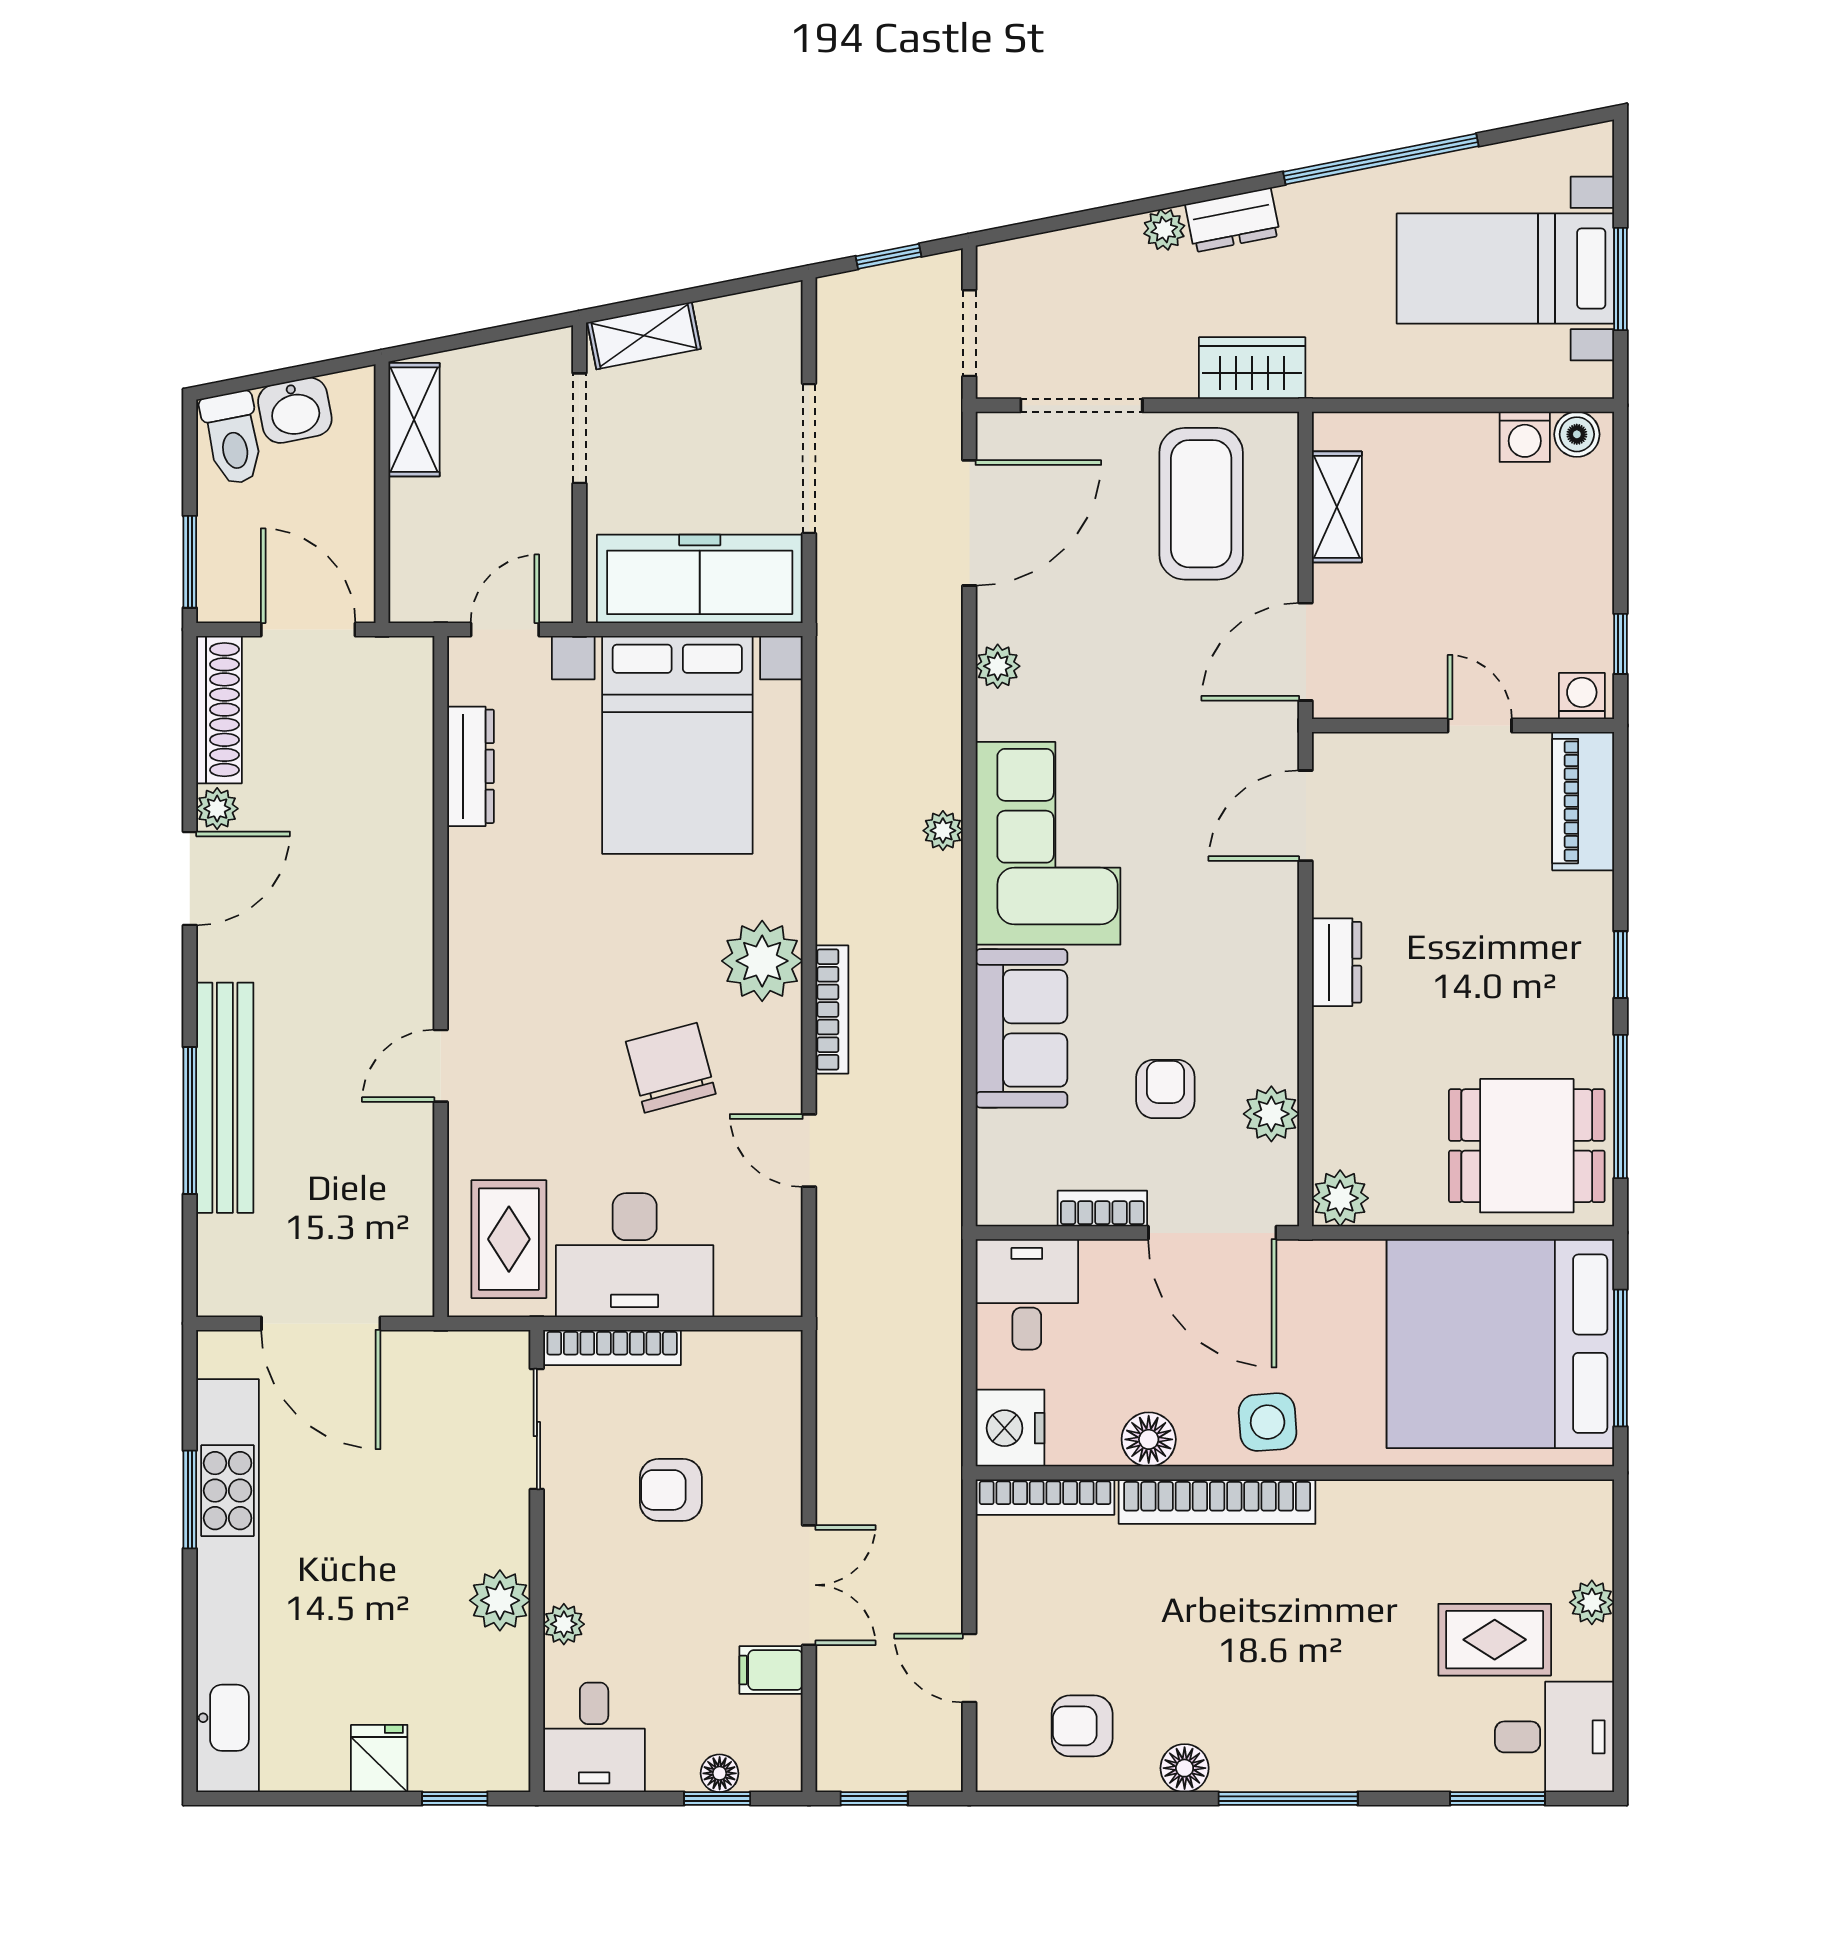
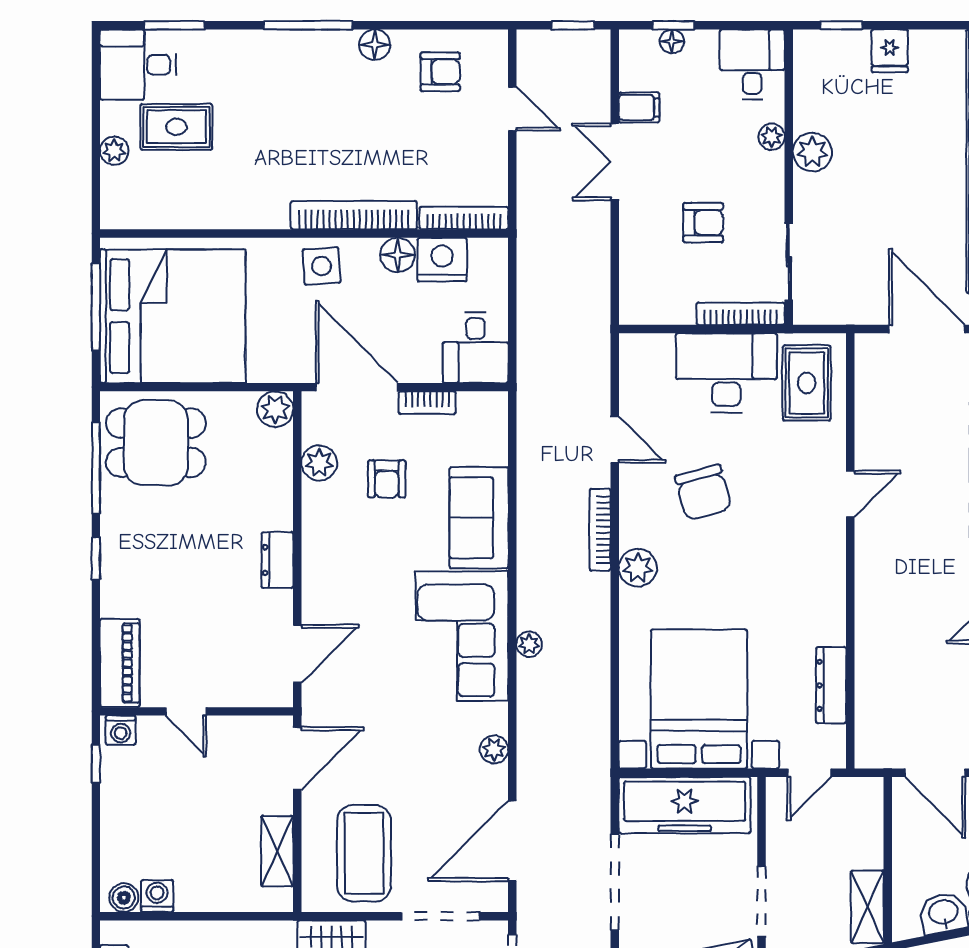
plant: (762, 961) -> (638, 568), width x0.73, depth x0.73
nightstand: (1010, 1428) -> (442, 260), moved, turned -90

